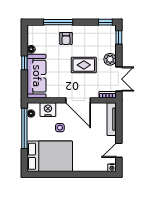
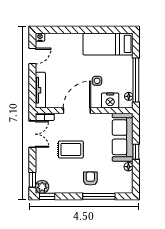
plant: (110, 59) -> (42, 187), moved
double door: (119, 79) -> (32, 134), swing flipped
door: (78, 100) -> (77, 111), hinge flipped
bed: (50, 156) -> (108, 44), width x0.67

